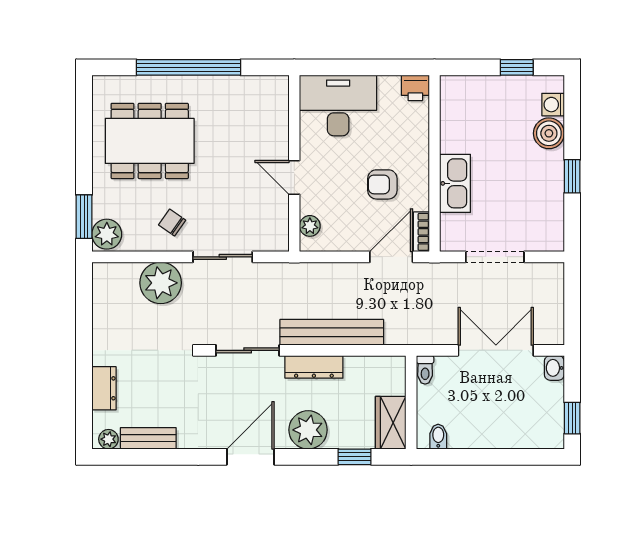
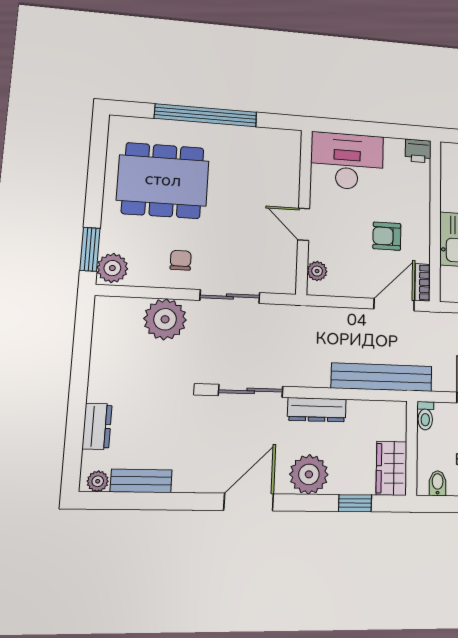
chair: (172, 223) -> (181, 260), turned 55
bench: (332, 332) -> (382, 377), moved

